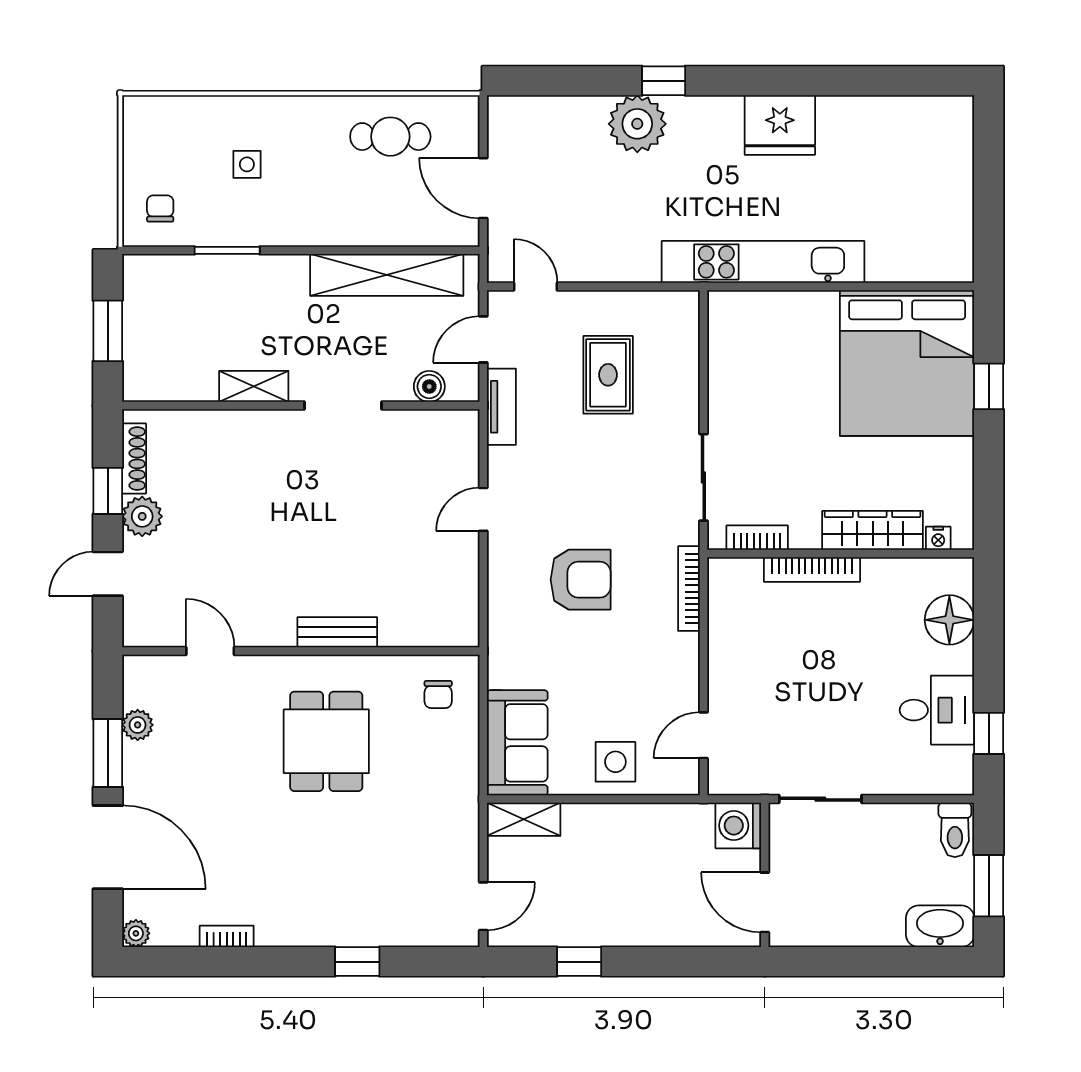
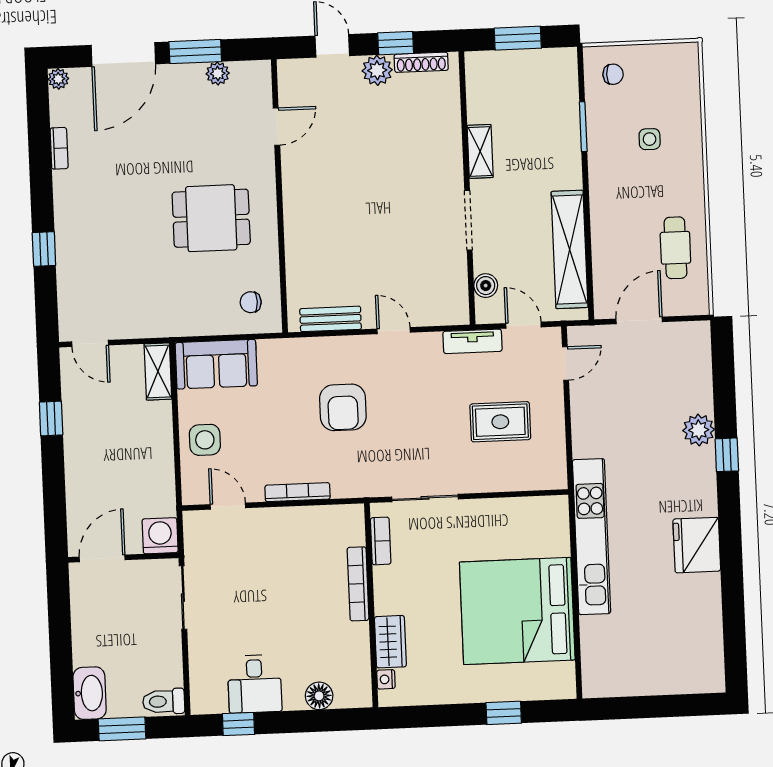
plant: (637, 124) -> (699, 430), width x0.73, depth x0.73
bed: (907, 363) -> (517, 611), moved
wardrobe: (873, 530) -> (390, 642), width x0.67
bookcase: (689, 589) -> (298, 492), moved
floor lamp: (949, 620) -> (319, 696), width x0.73, depth x0.73
bench: (337, 632) -> (331, 319), moved, turned 90

